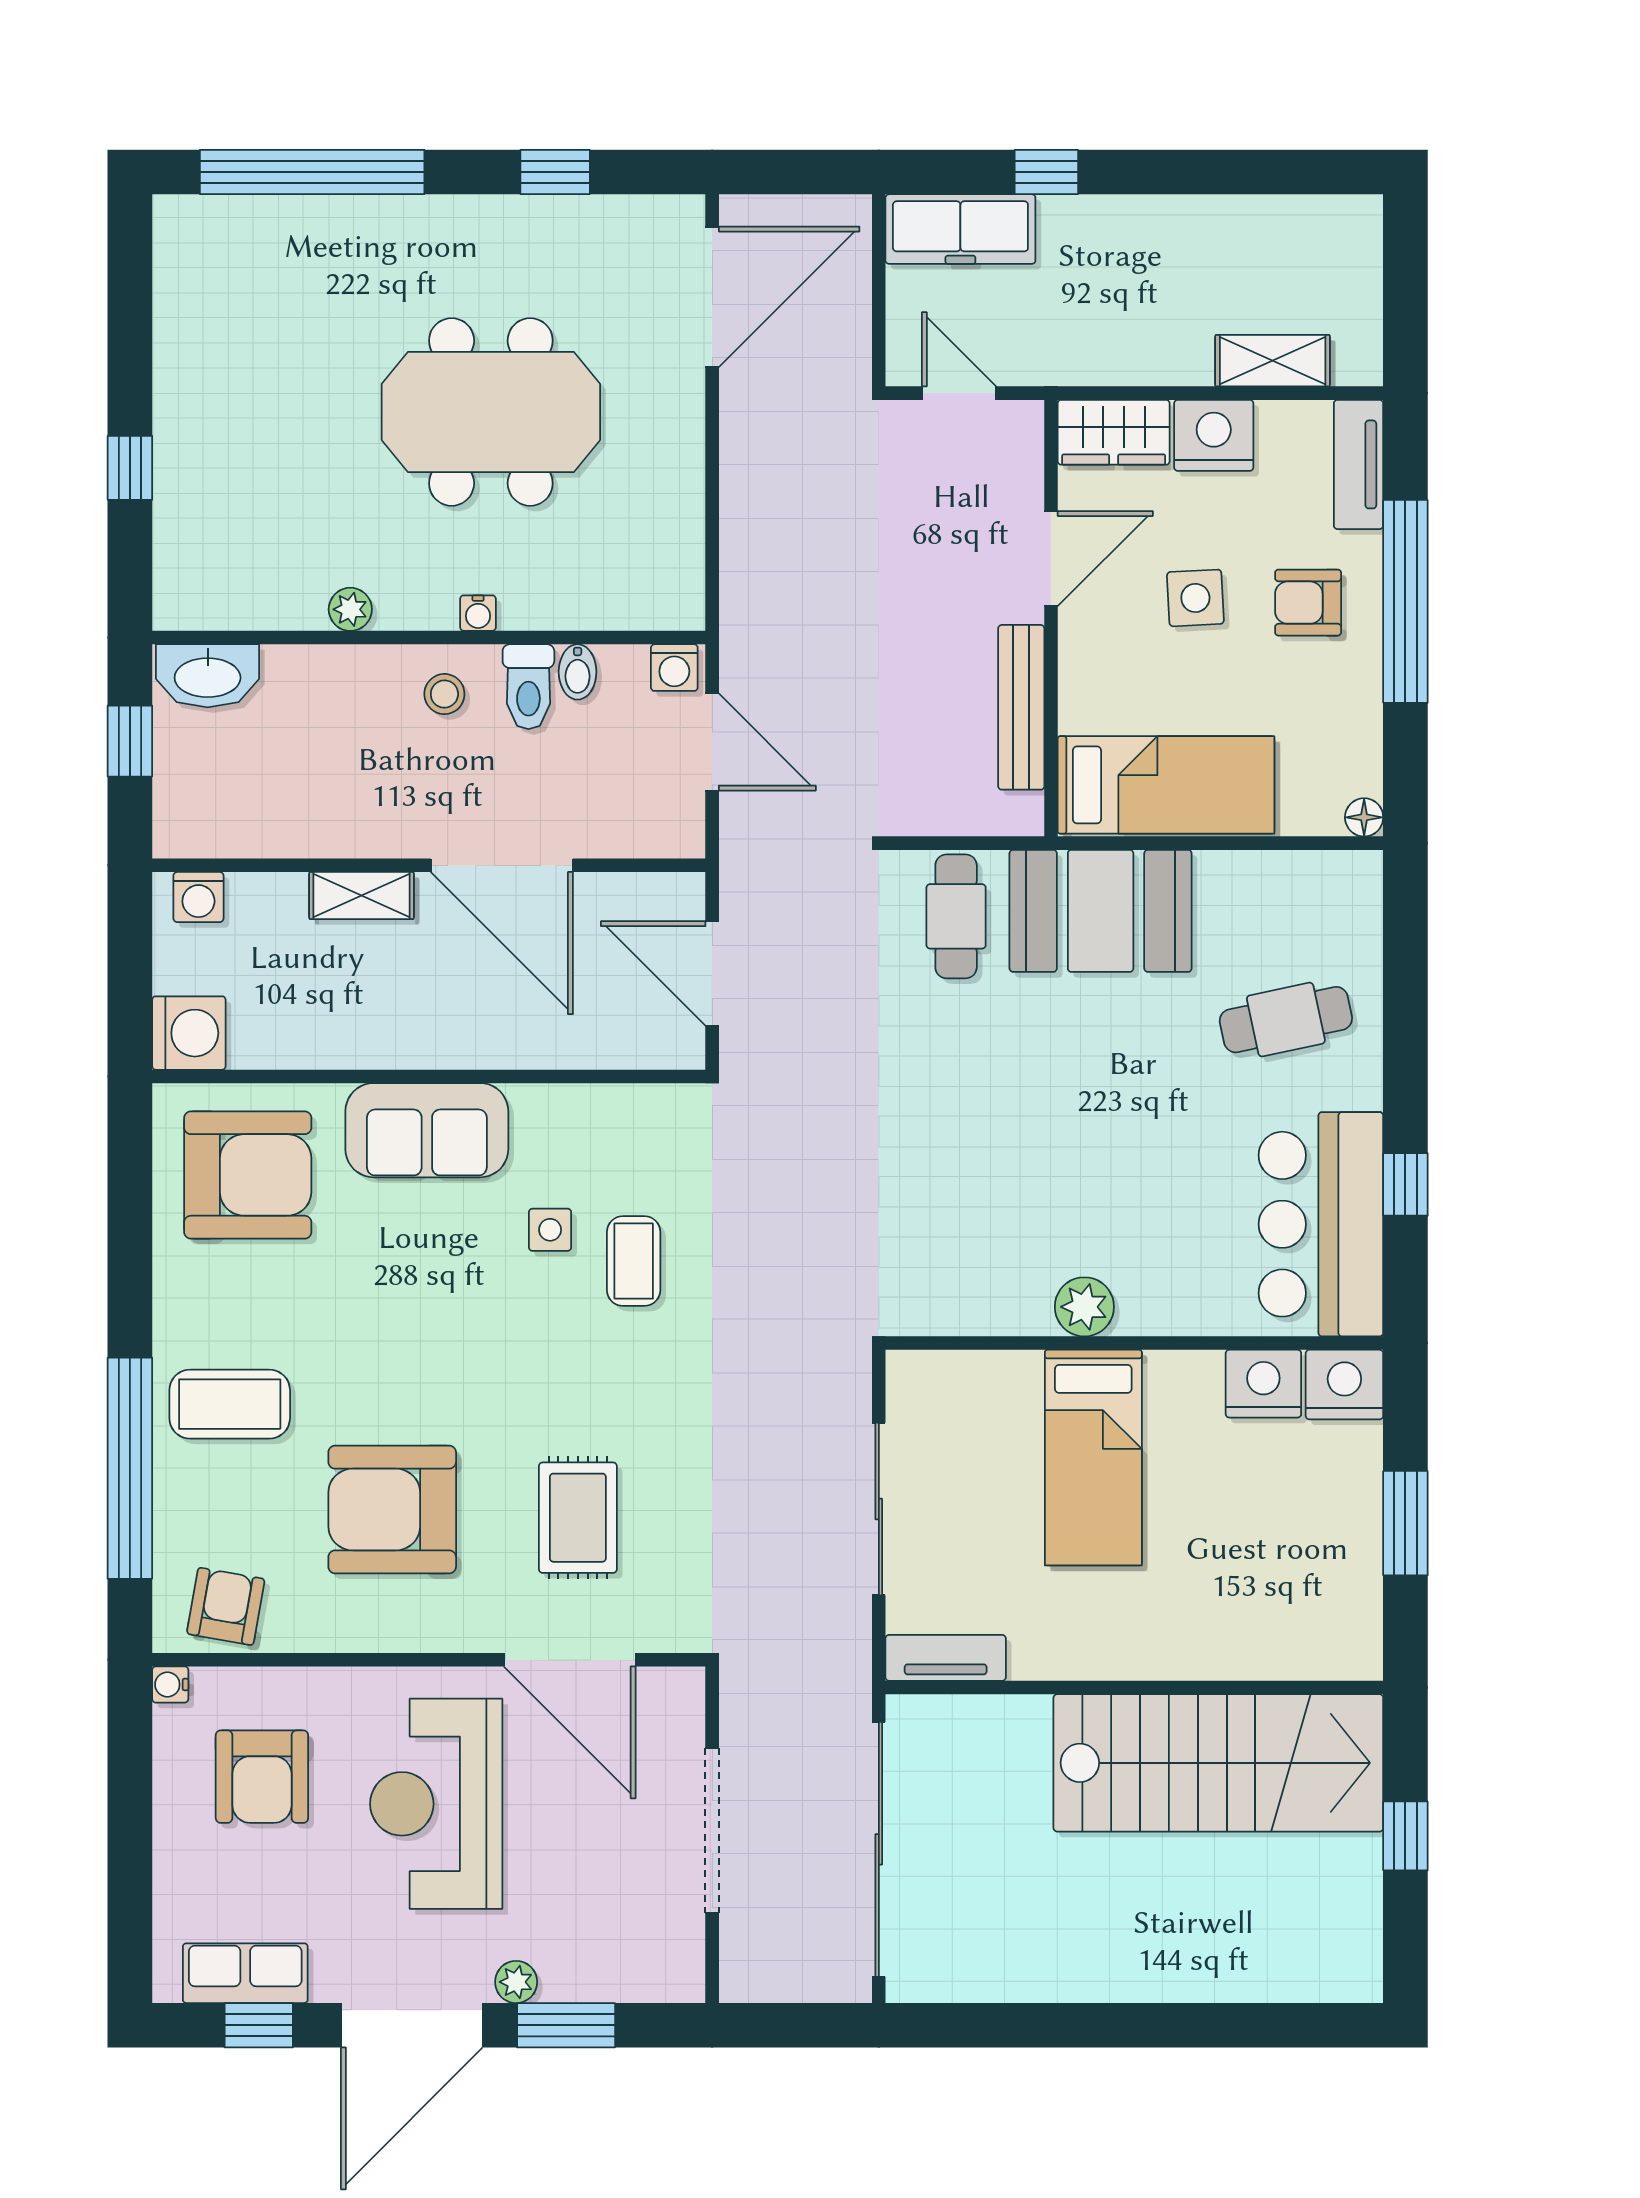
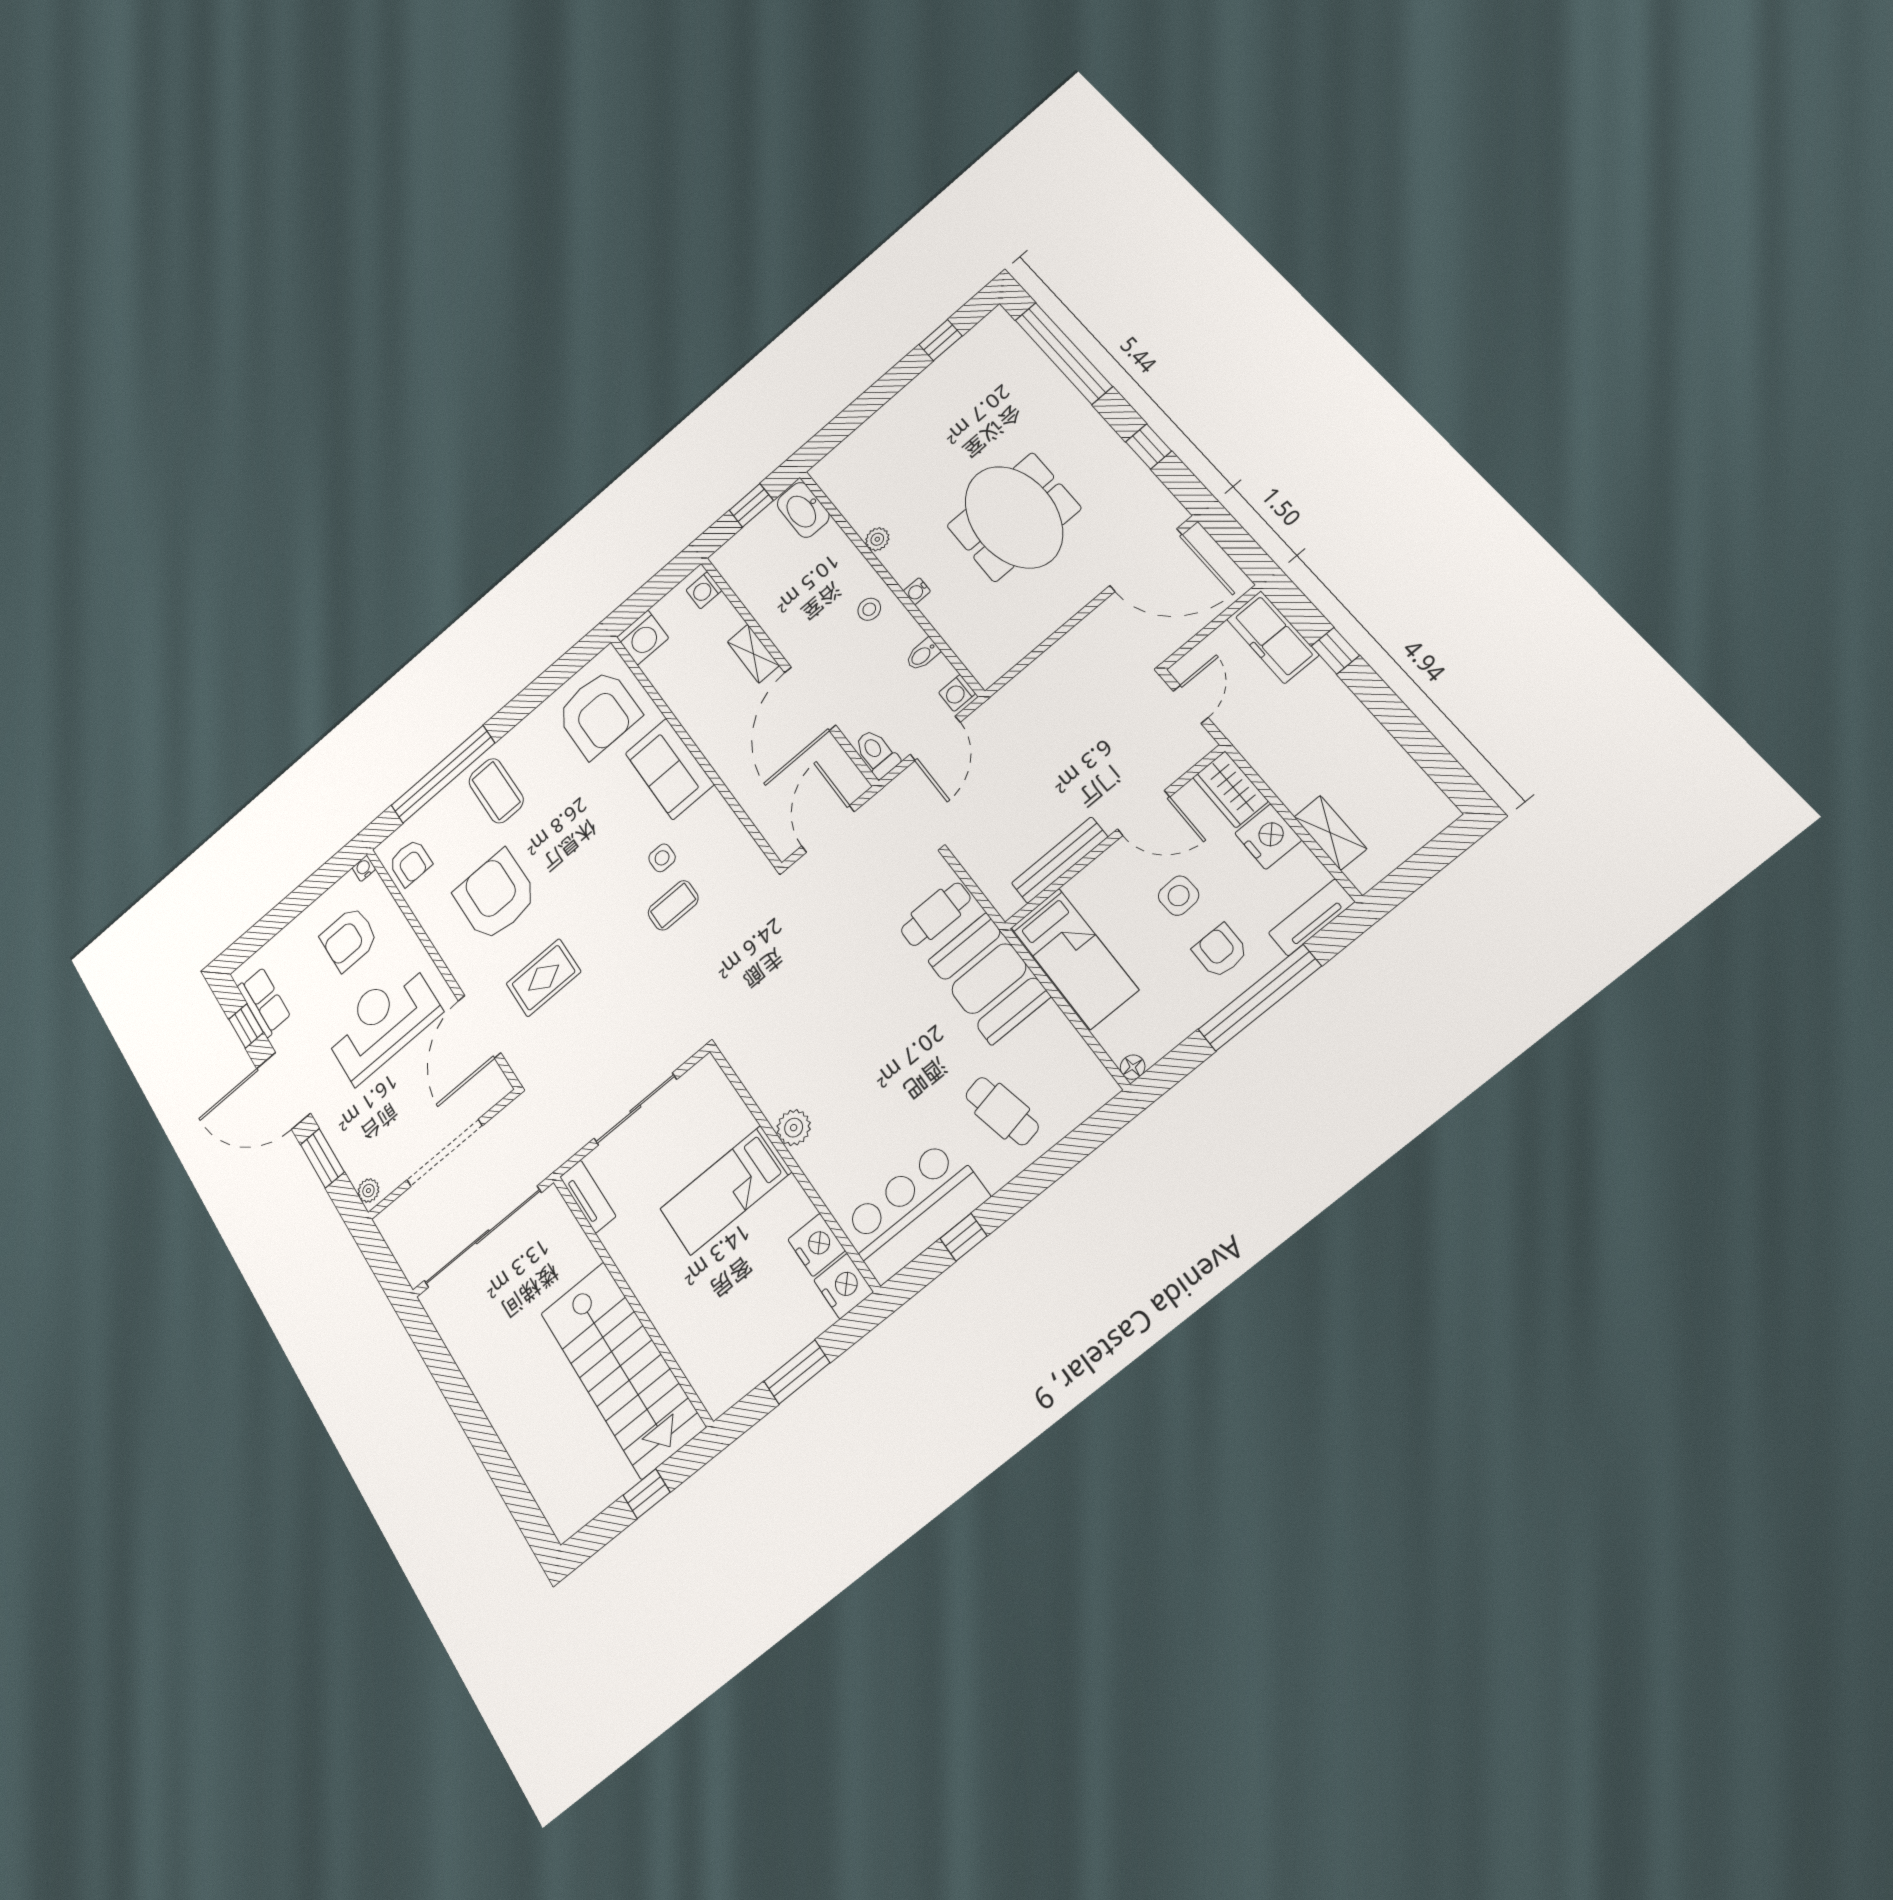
window: (130, 468) -> (941, 340), moved
toilet: (528, 687) -> (877, 753), moved, turned 90
armchair: (226, 1606) -> (410, 863), turned 80
plant: (516, 1982) -> (368, 1191), moved

